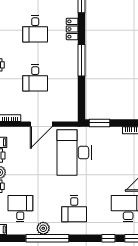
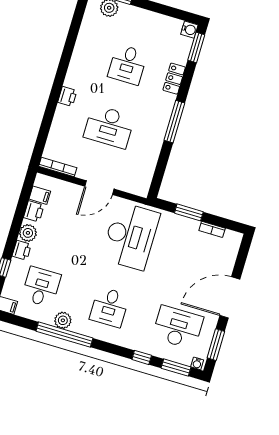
desk: (35, 78) -> (109, 127), width x1.37
window: (99, 123) -> (189, 212), moved
desk: (74, 153) -> (131, 236), turned 180

